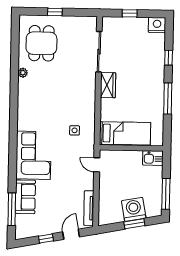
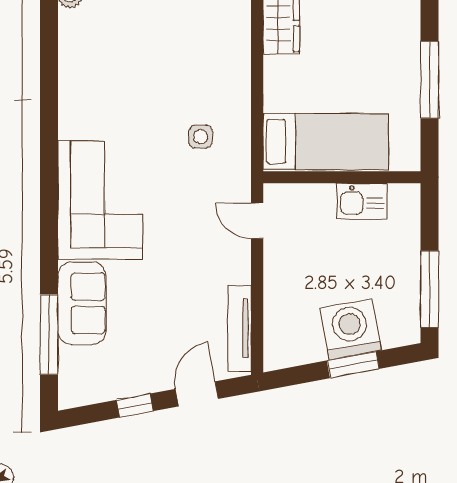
window: (168, 98) -> (430, 80), moved
kitchen sink: (153, 158) -> (362, 201), moved

